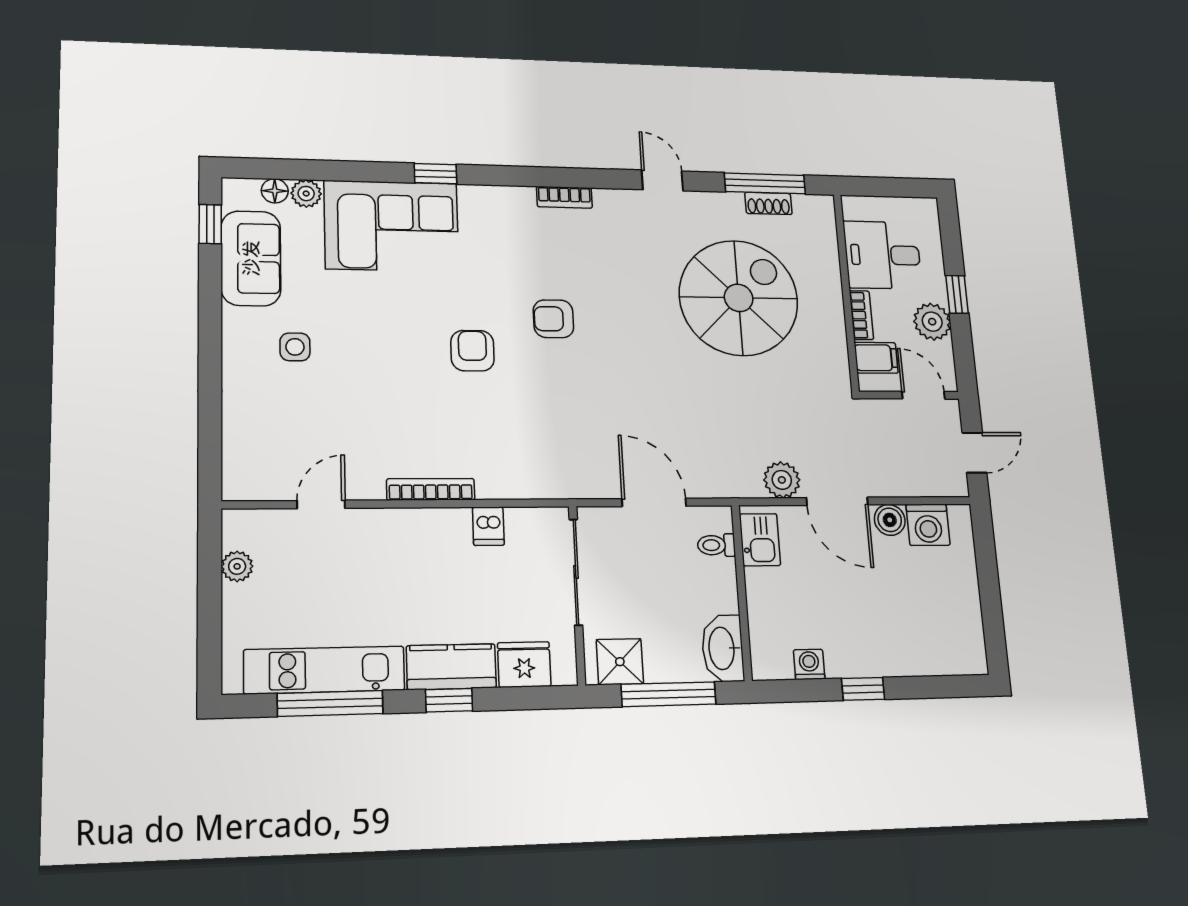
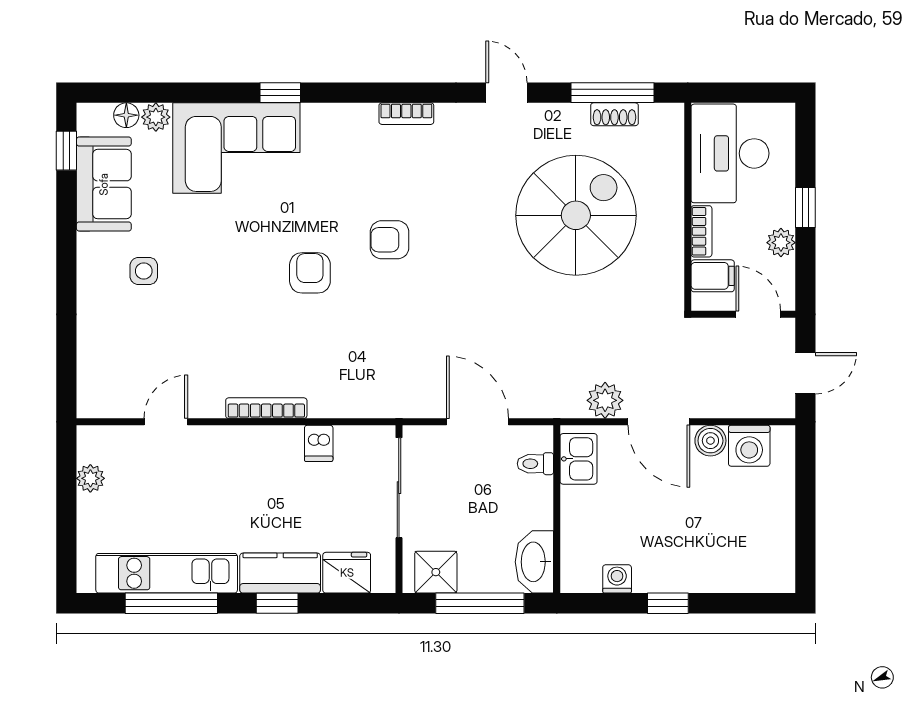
desk: (883, 255) -> (730, 153), width x1.37
plant: (932, 322) -> (781, 243), width x0.73, depth x0.73

